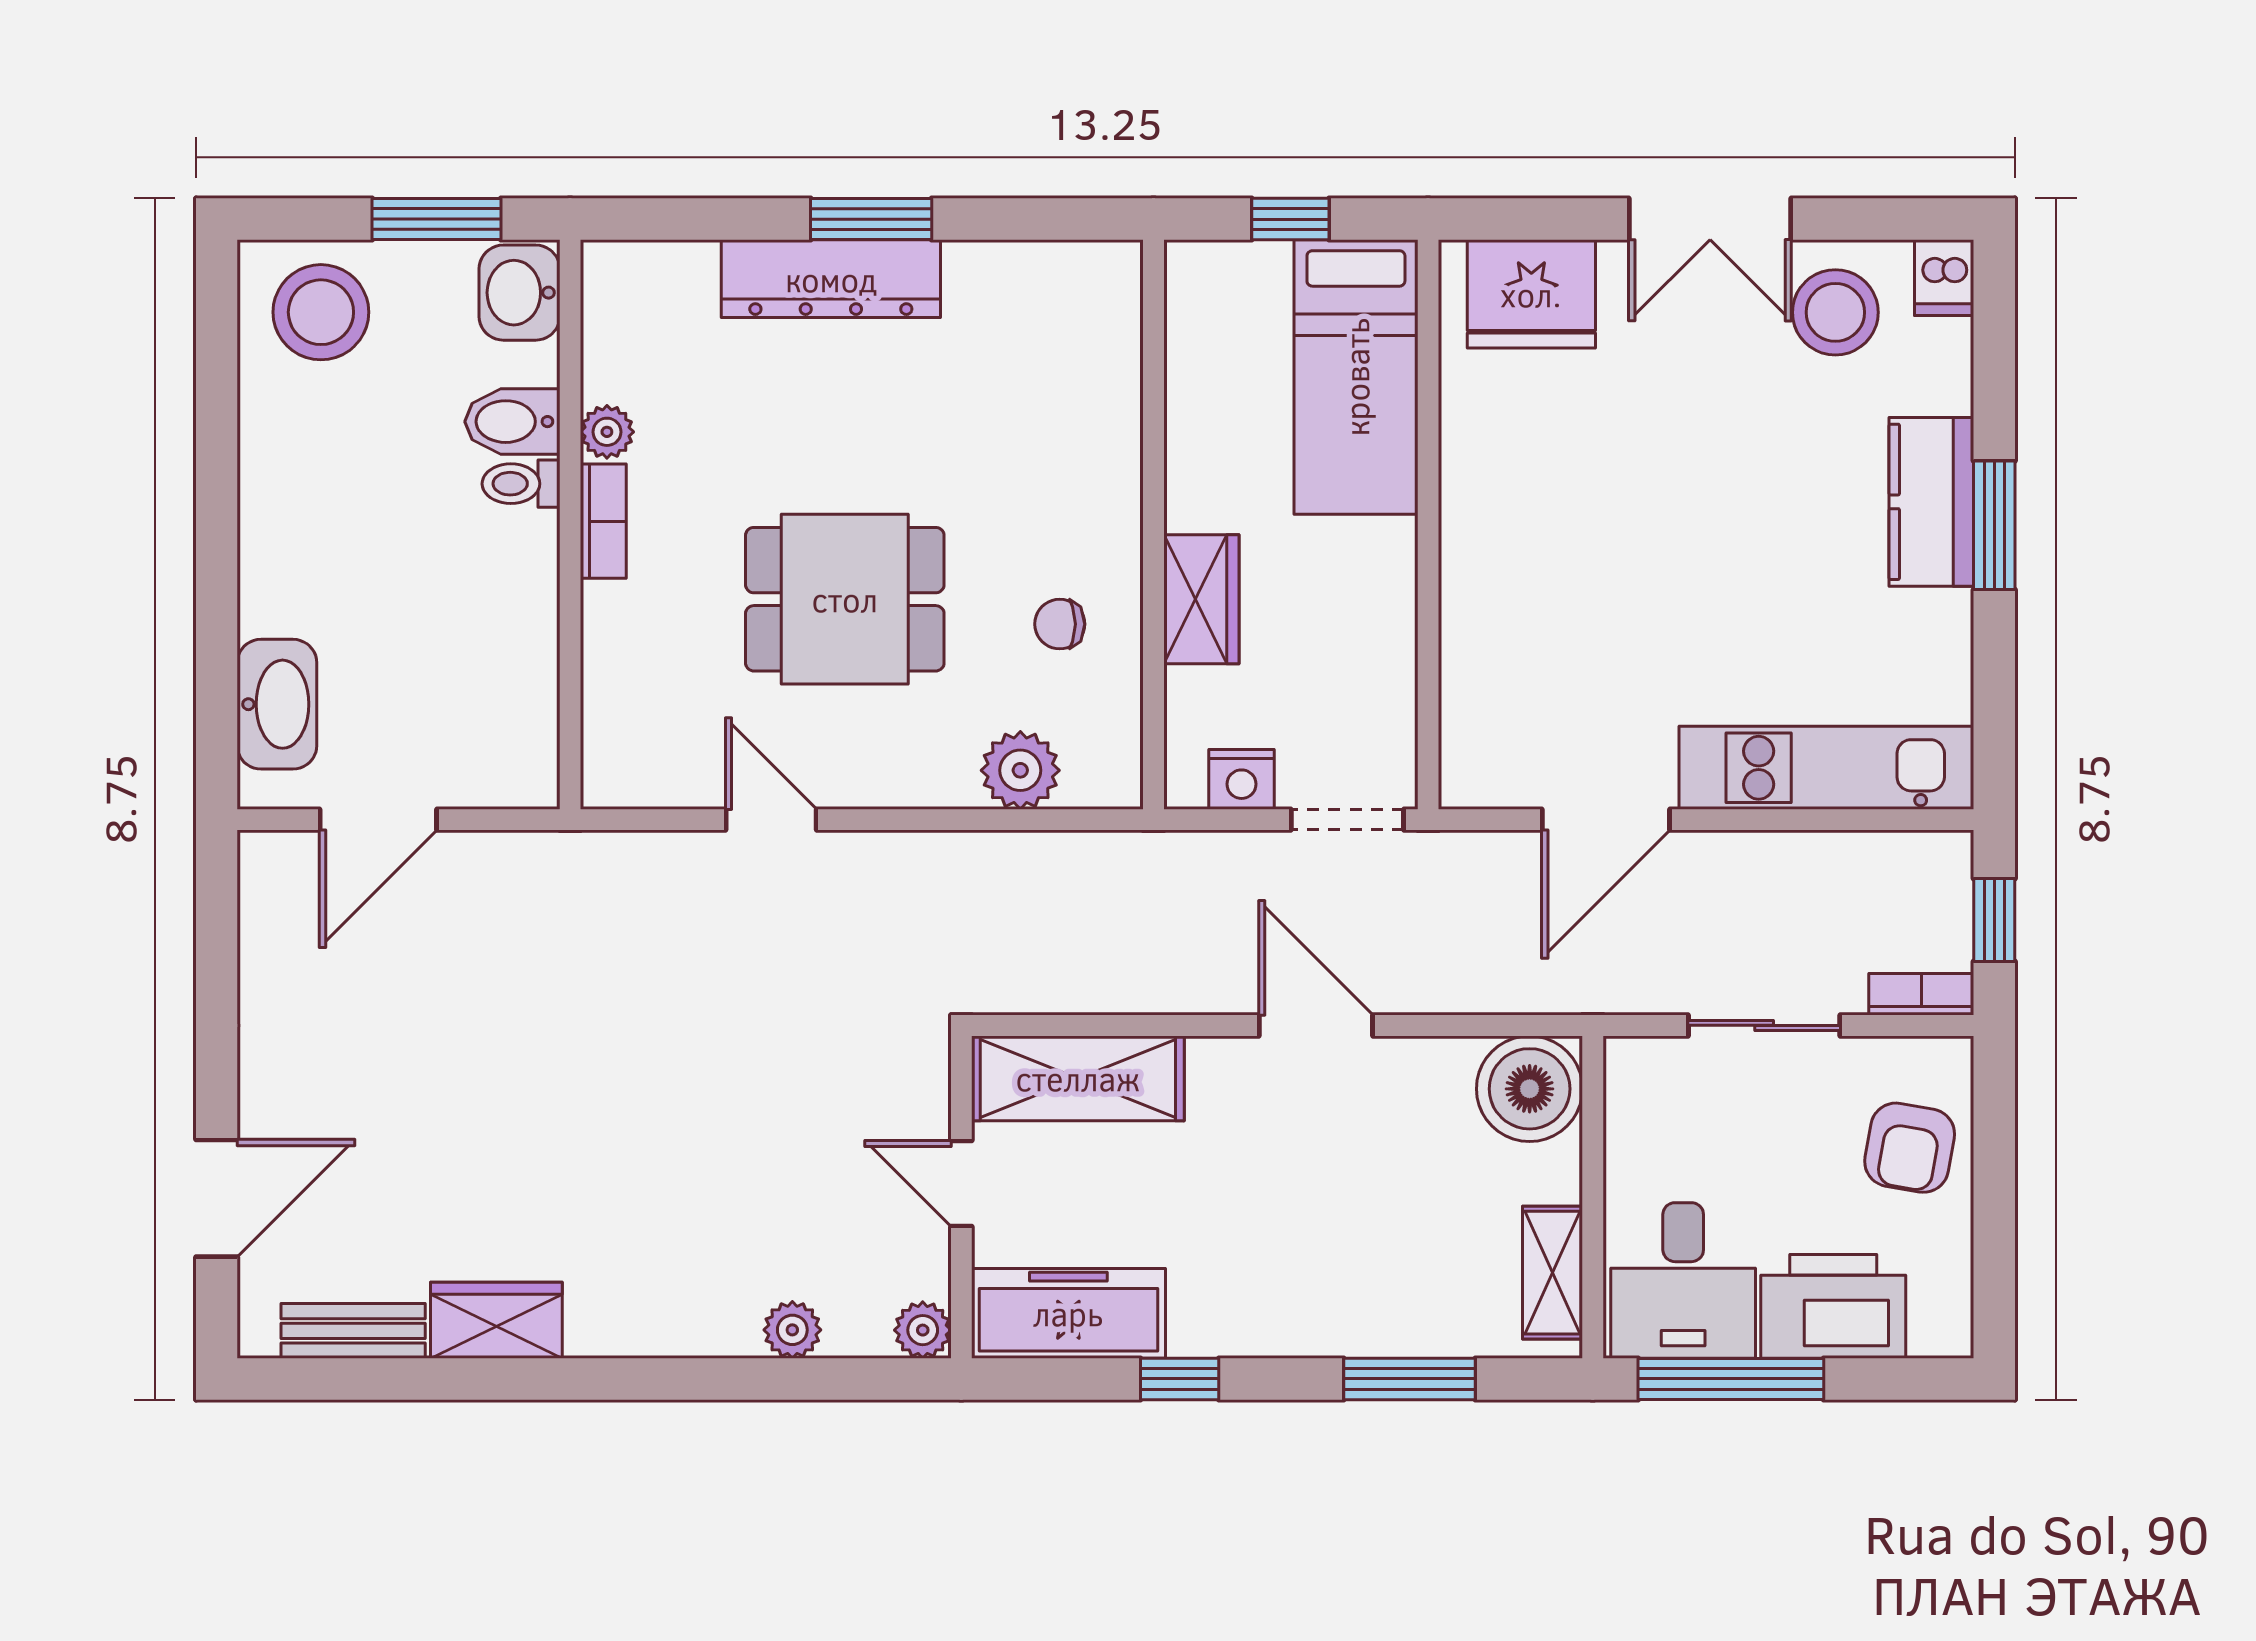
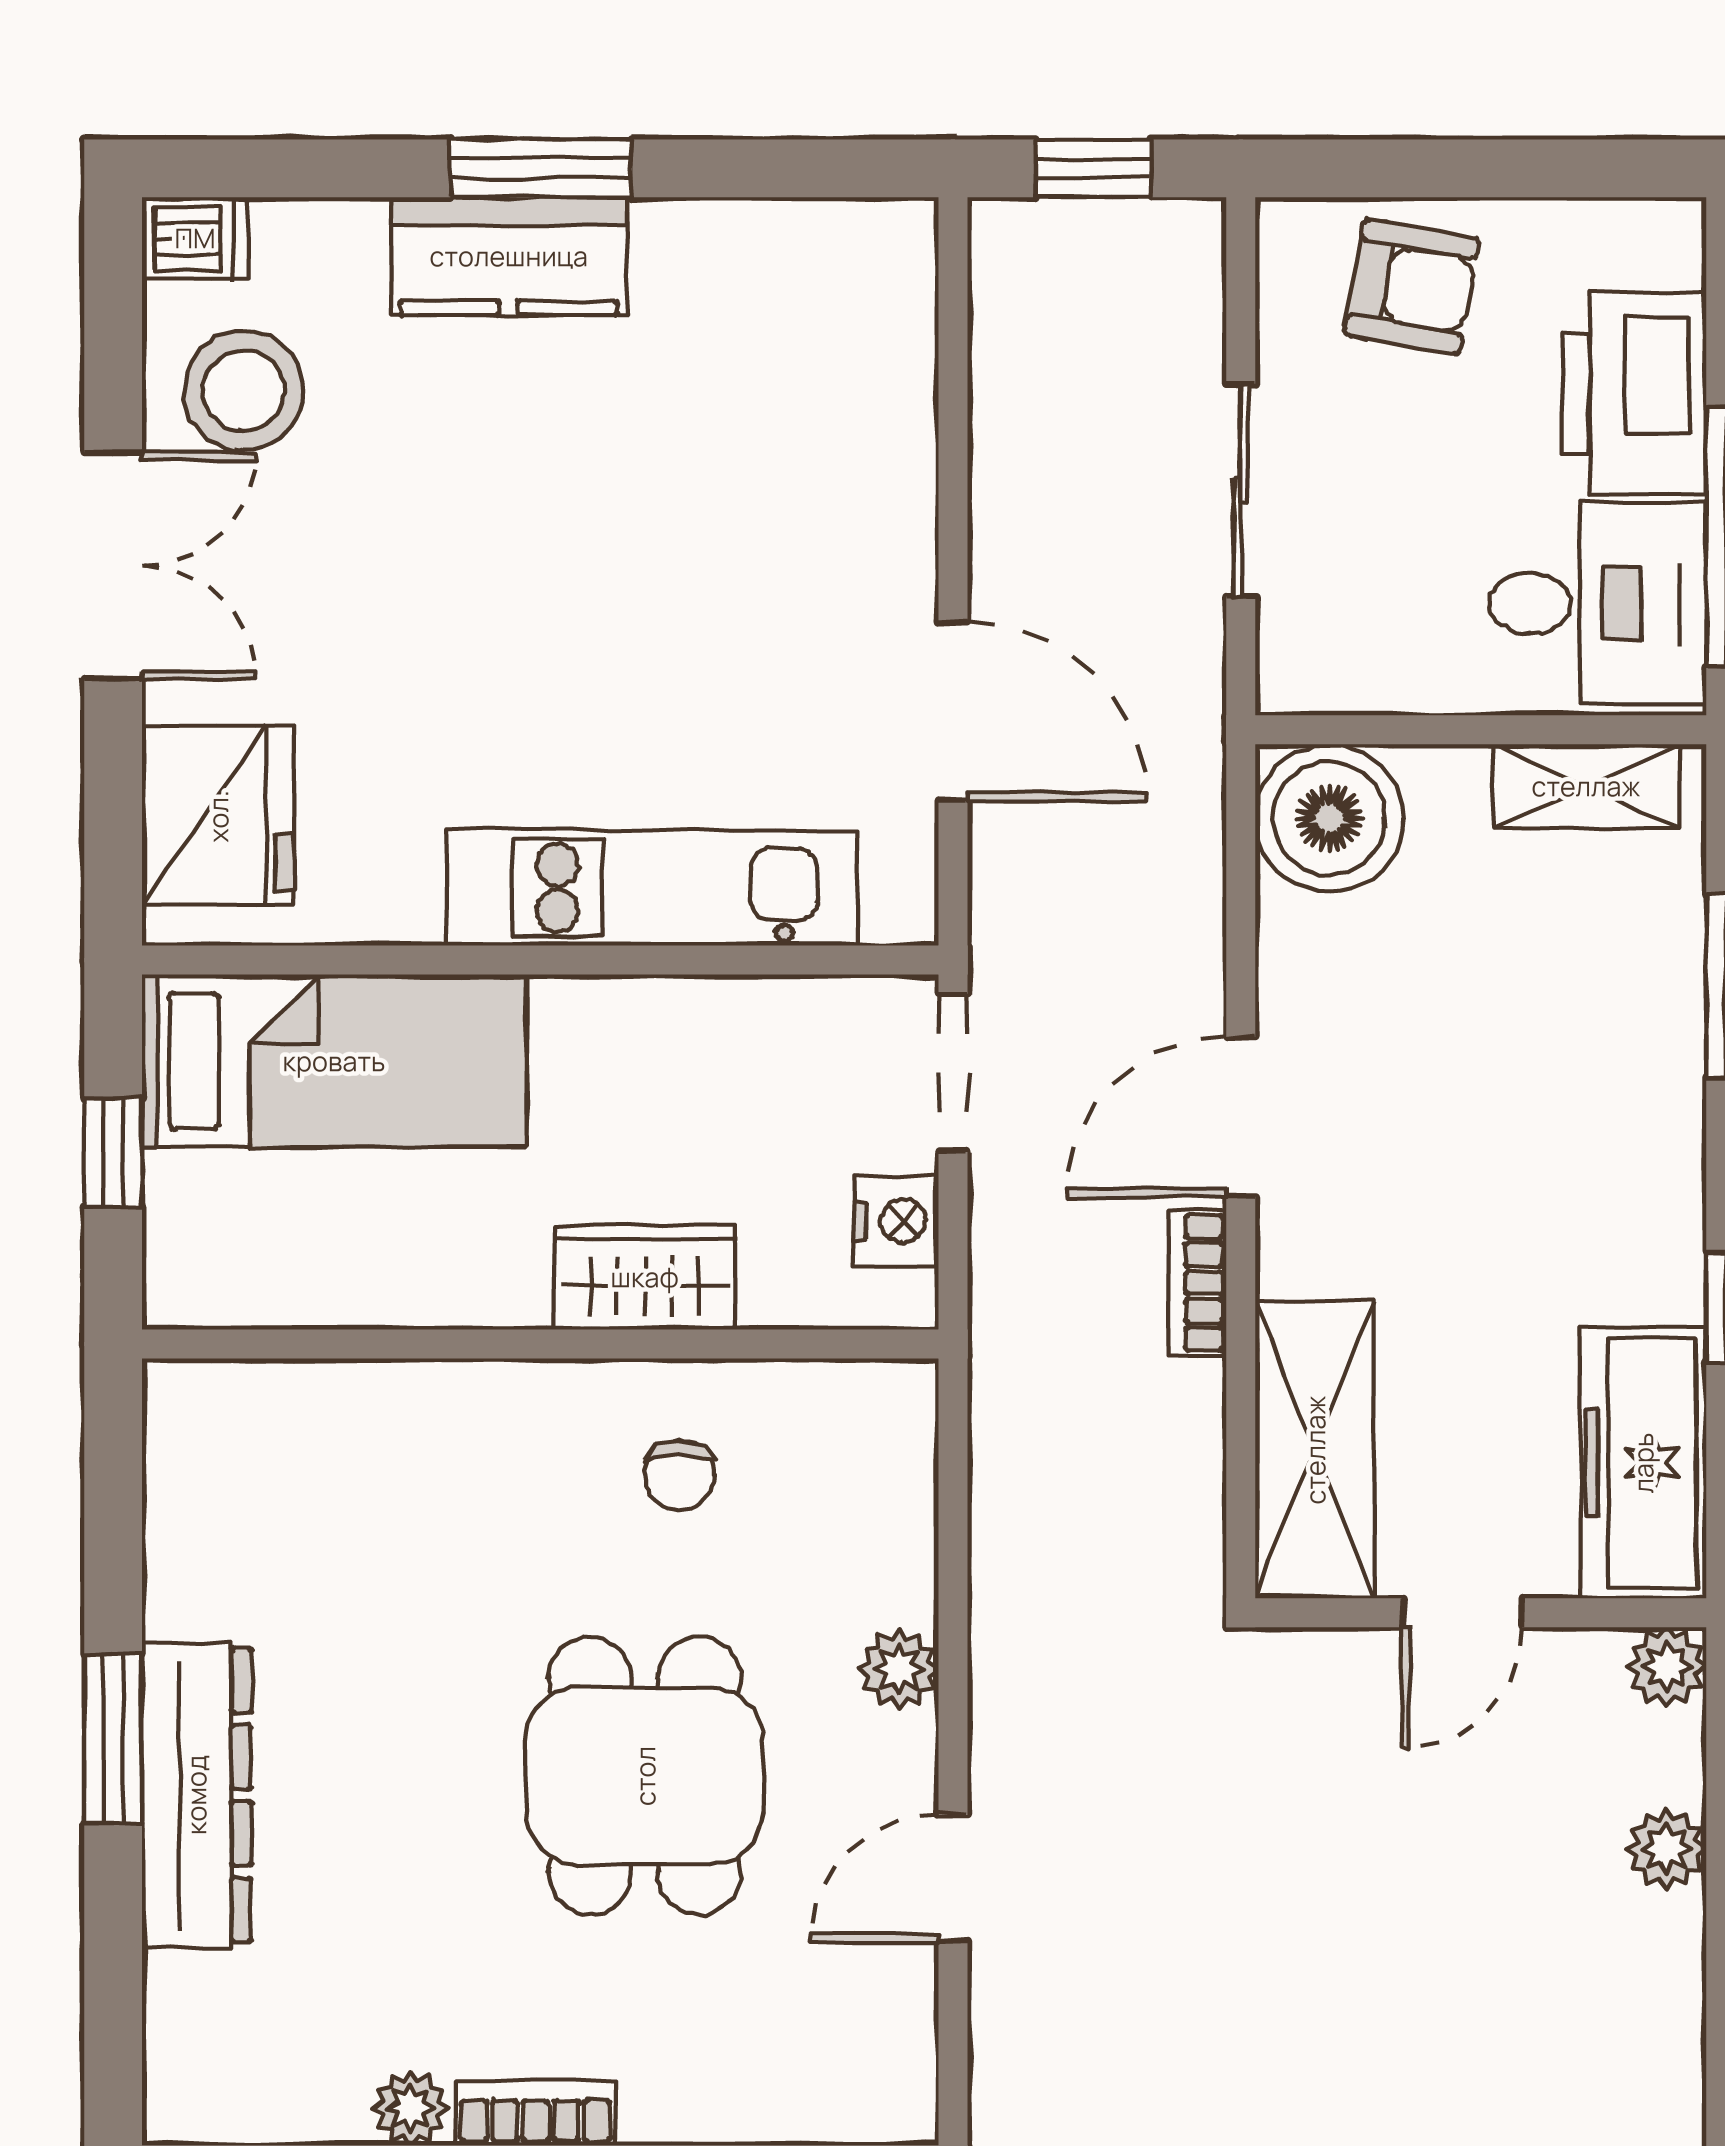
kitchen unit: (1826, 768) -> (652, 888), moved, turned 90
plant: (1020, 770) -> (899, 1669), moved, width x0.73, depth x0.73
bookcase: (1921, 994) -> (1197, 1283), moved

